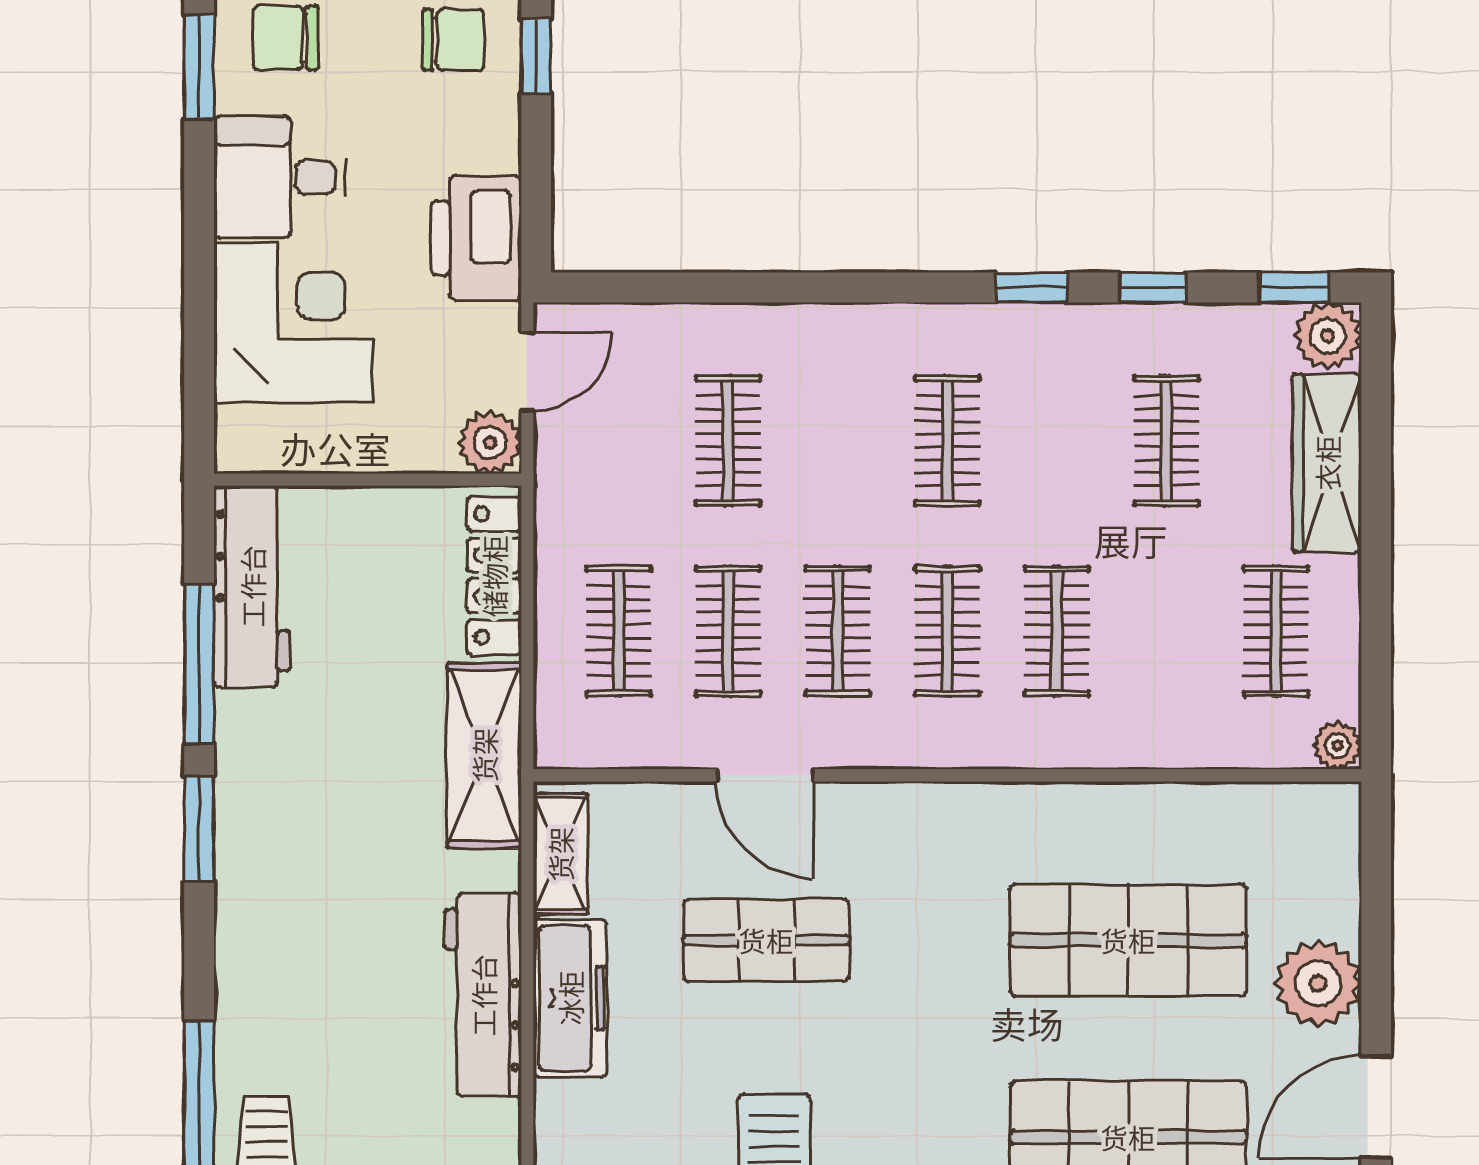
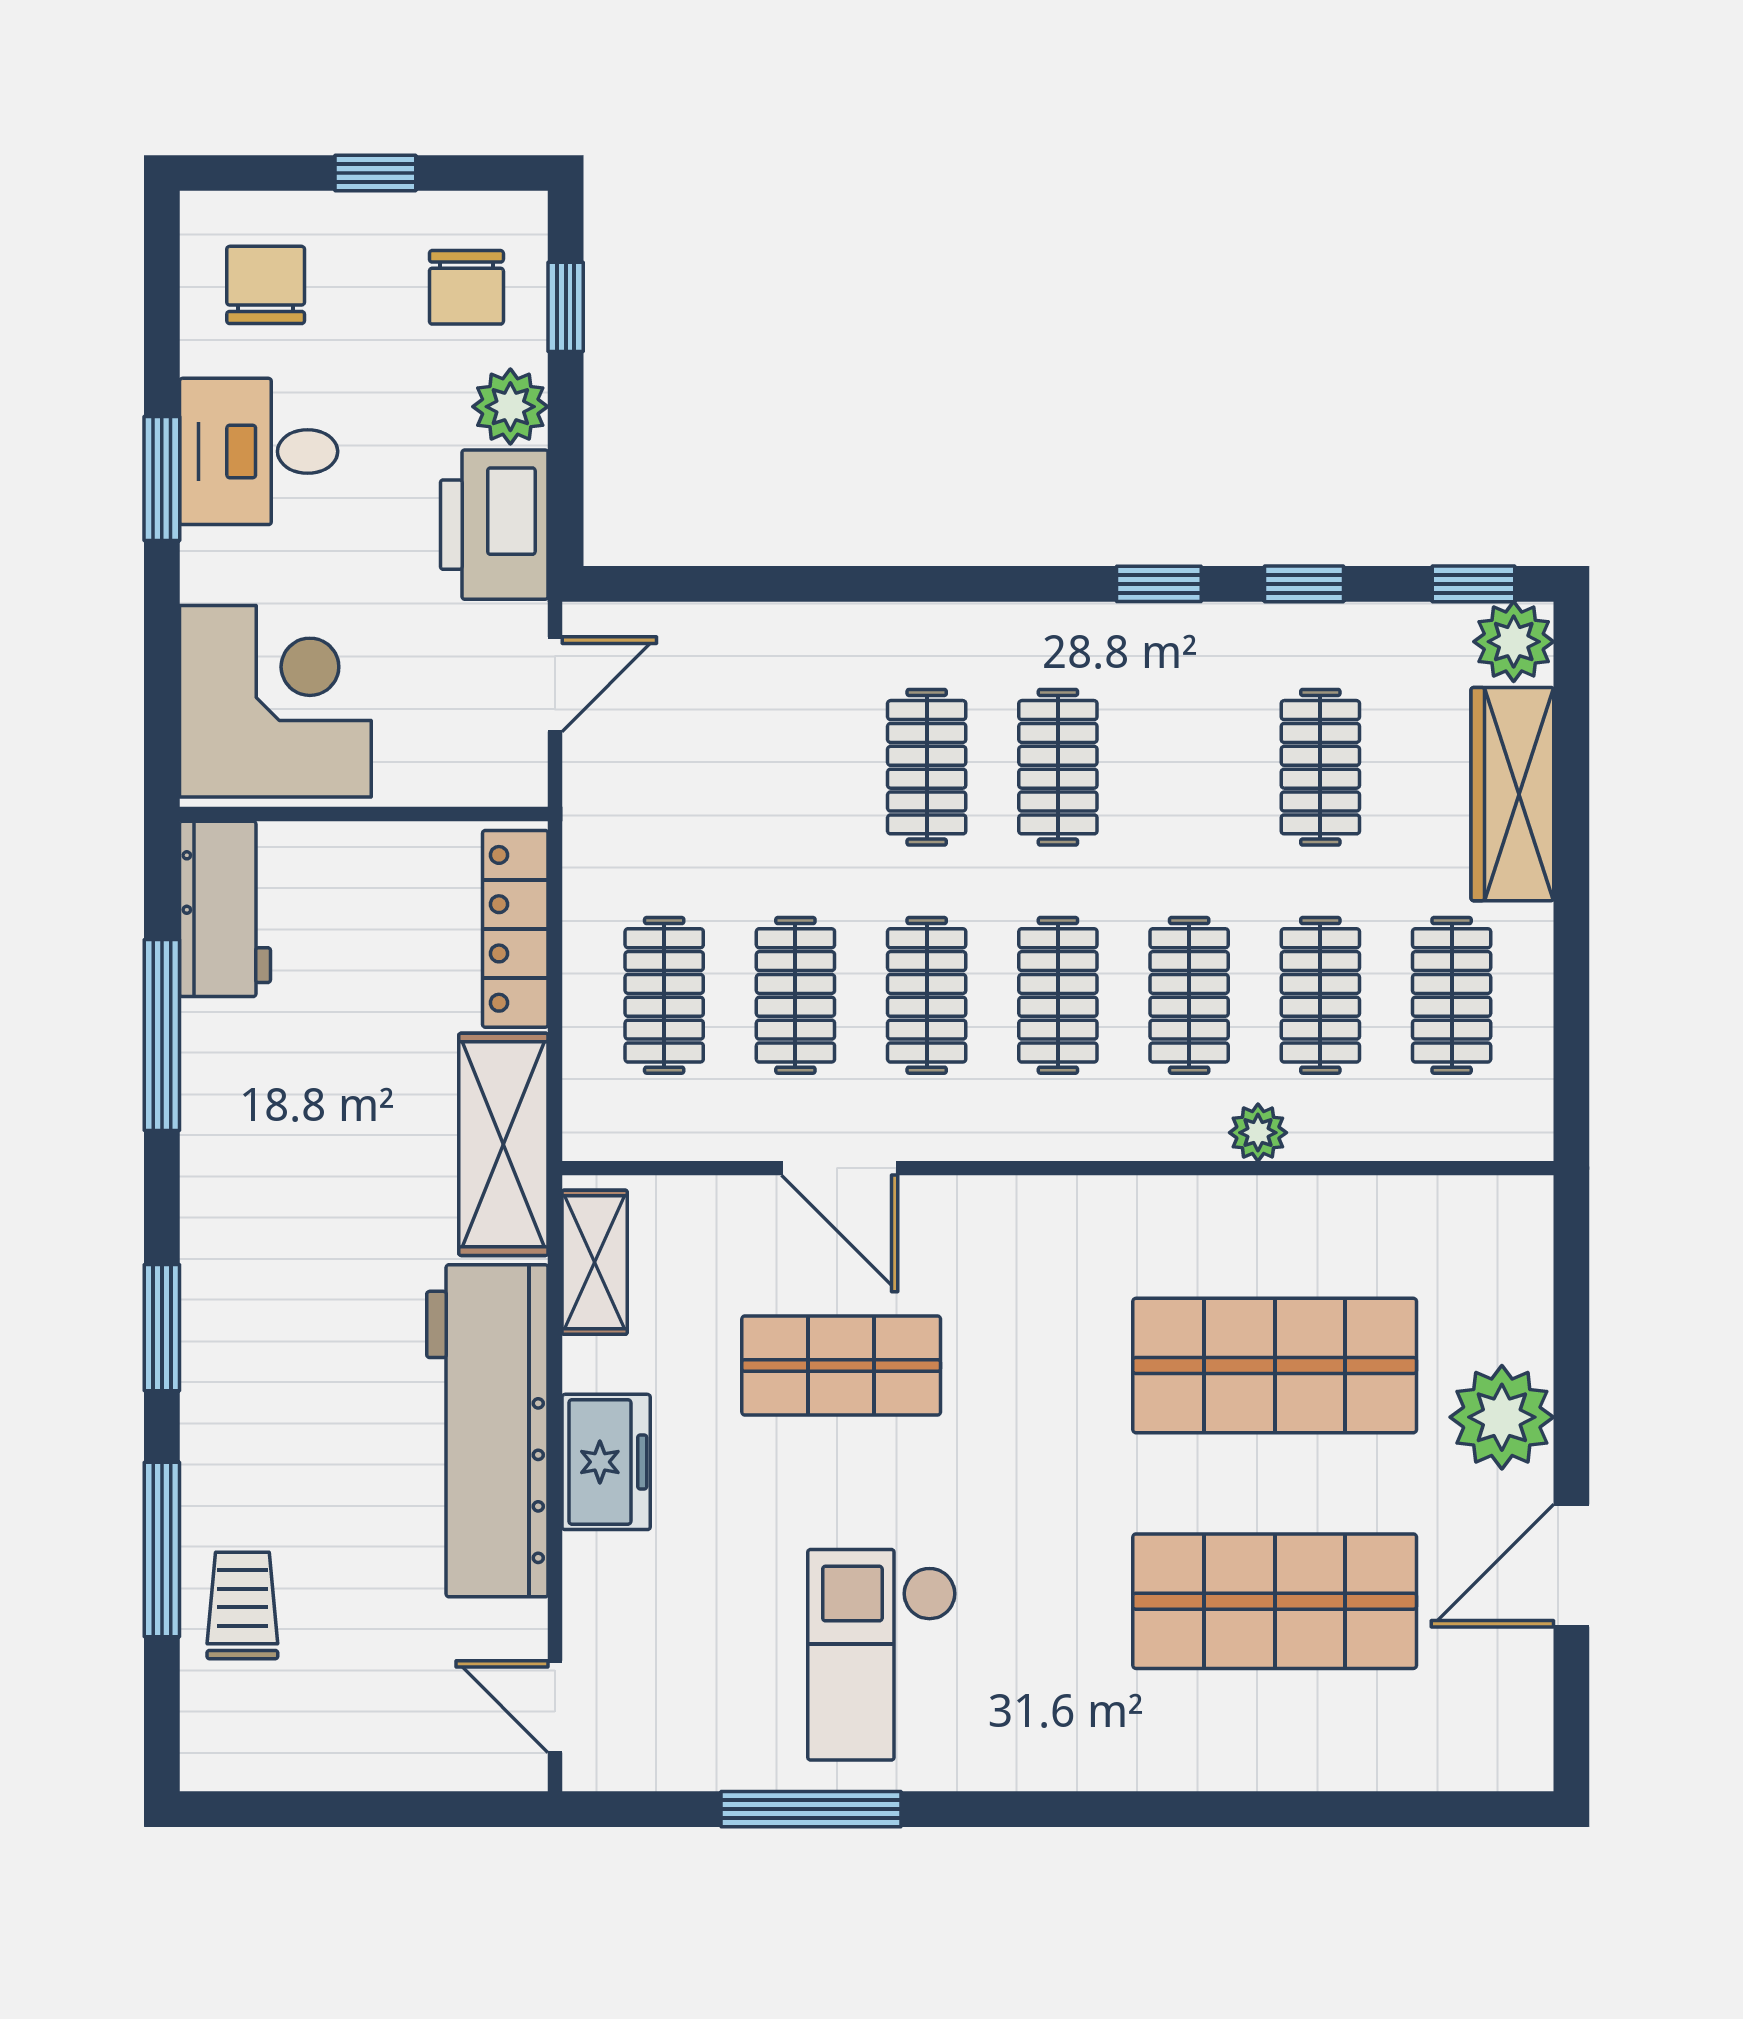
chair: (286, 38) -> (266, 285), turned 90
chair: (453, 40) -> (466, 287), turned 90
window: (199, 67) -> (162, 478), moved
corner desk: (294, 323) -> (275, 701), moved
clothes rail: (728, 441) -> (927, 767), moved
plant: (490, 442) -> (510, 407), moved
workbench: (252, 586) -> (225, 909), width x0.73
clothes rail: (1166, 631) -> (1320, 995), added
plant: (1337, 746) -> (1258, 1133), moved
window: (199, 829) -> (162, 1328), moved
workbench: (483, 995) -> (487, 1431), width x1.36, depth x1.32
freezer: (570, 998) -> (606, 1462), width x0.71

